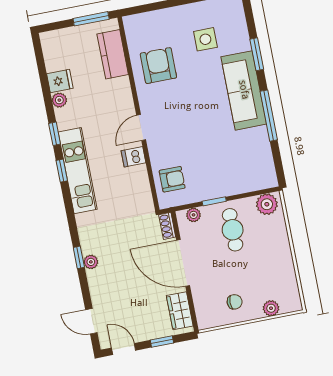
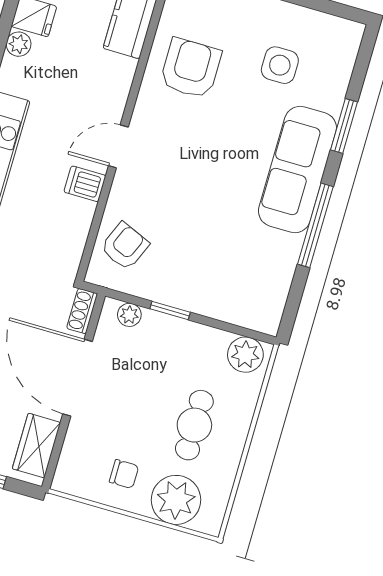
armchair: (172, 179) -> (125, 246), turned -67
cafe table: (233, 230) -> (194, 425), moved
plant: (271, 308) -> (176, 500), width x1.88, depth x1.88

